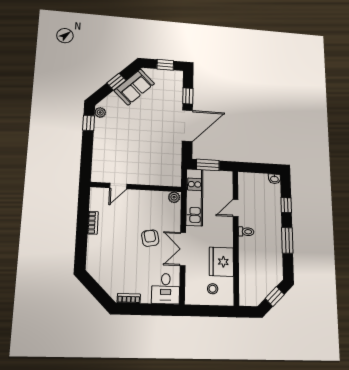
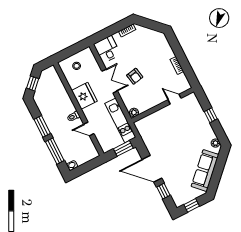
window: (116, 82) -> (218, 172), removed
sofa: (134, 87) -> (205, 171), width x1.36
window: (89, 123) -> (211, 115), moved
door: (187, 126) -> (152, 169), hinge flipped
door: (118, 186) -> (175, 99), hinge flipped
window: (286, 205) -> (55, 151), width x2.17
door: (236, 208) -> (89, 129), swing flipped
fridge: (221, 262) -> (84, 96), moved

